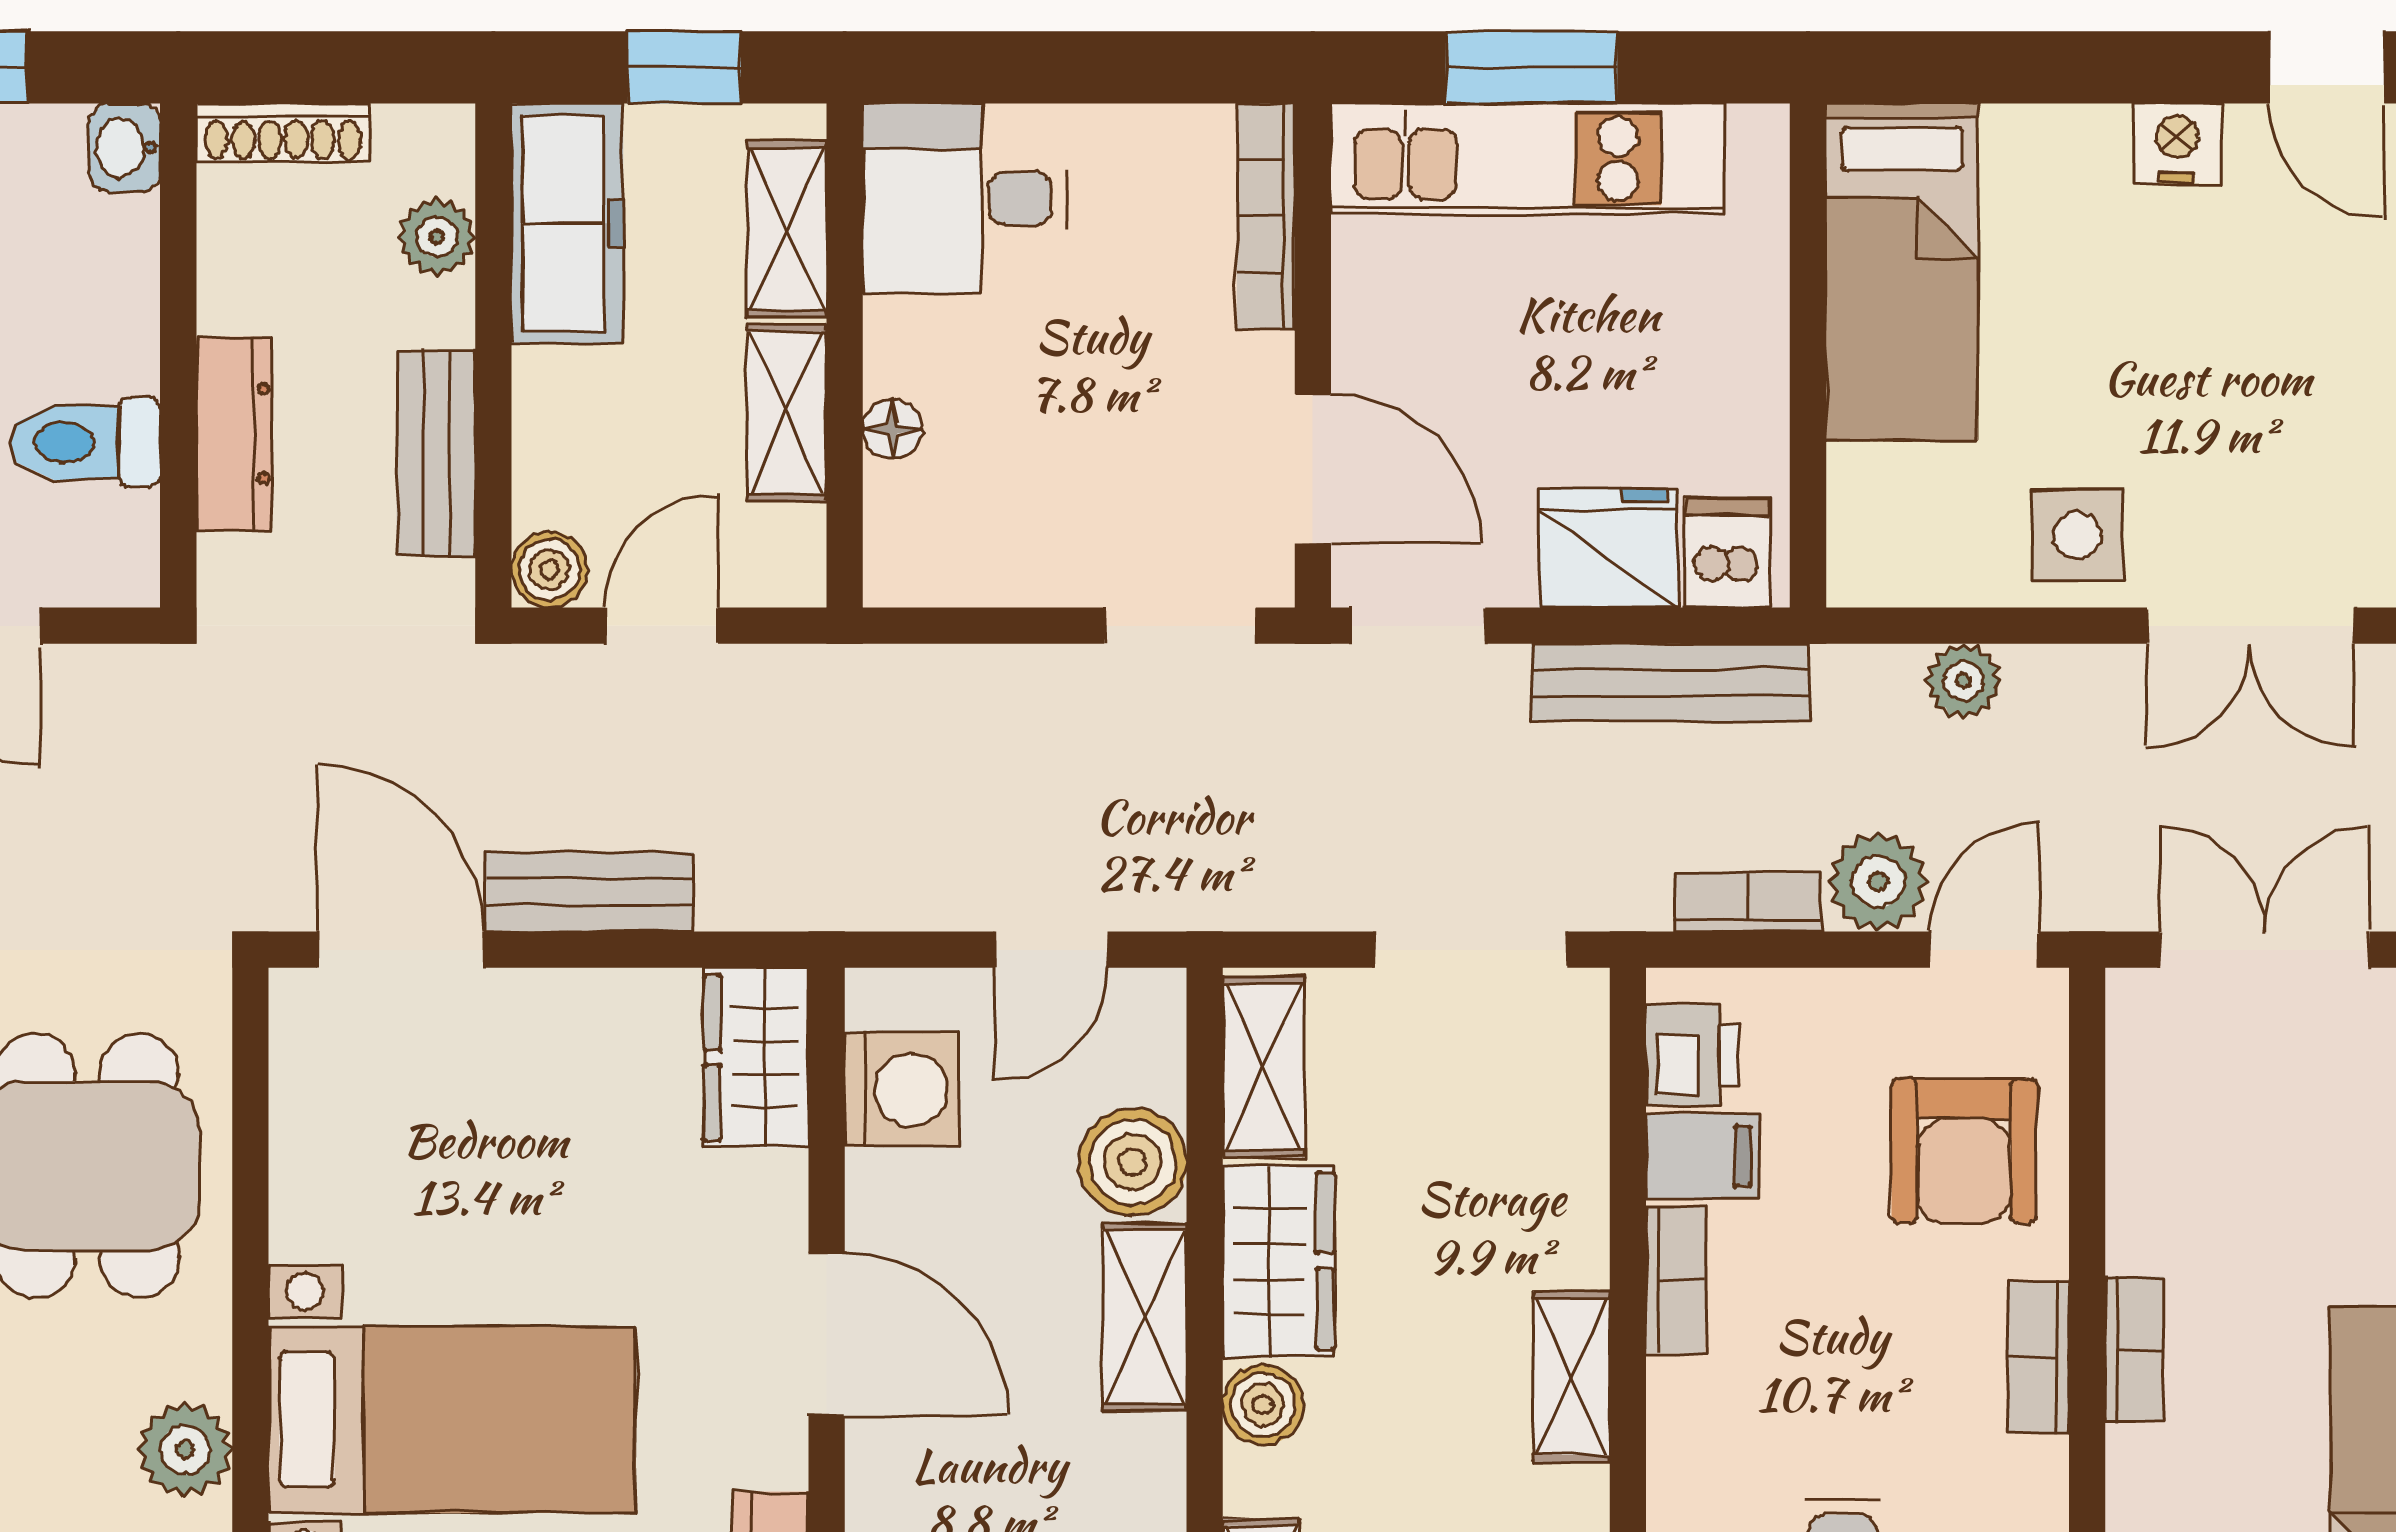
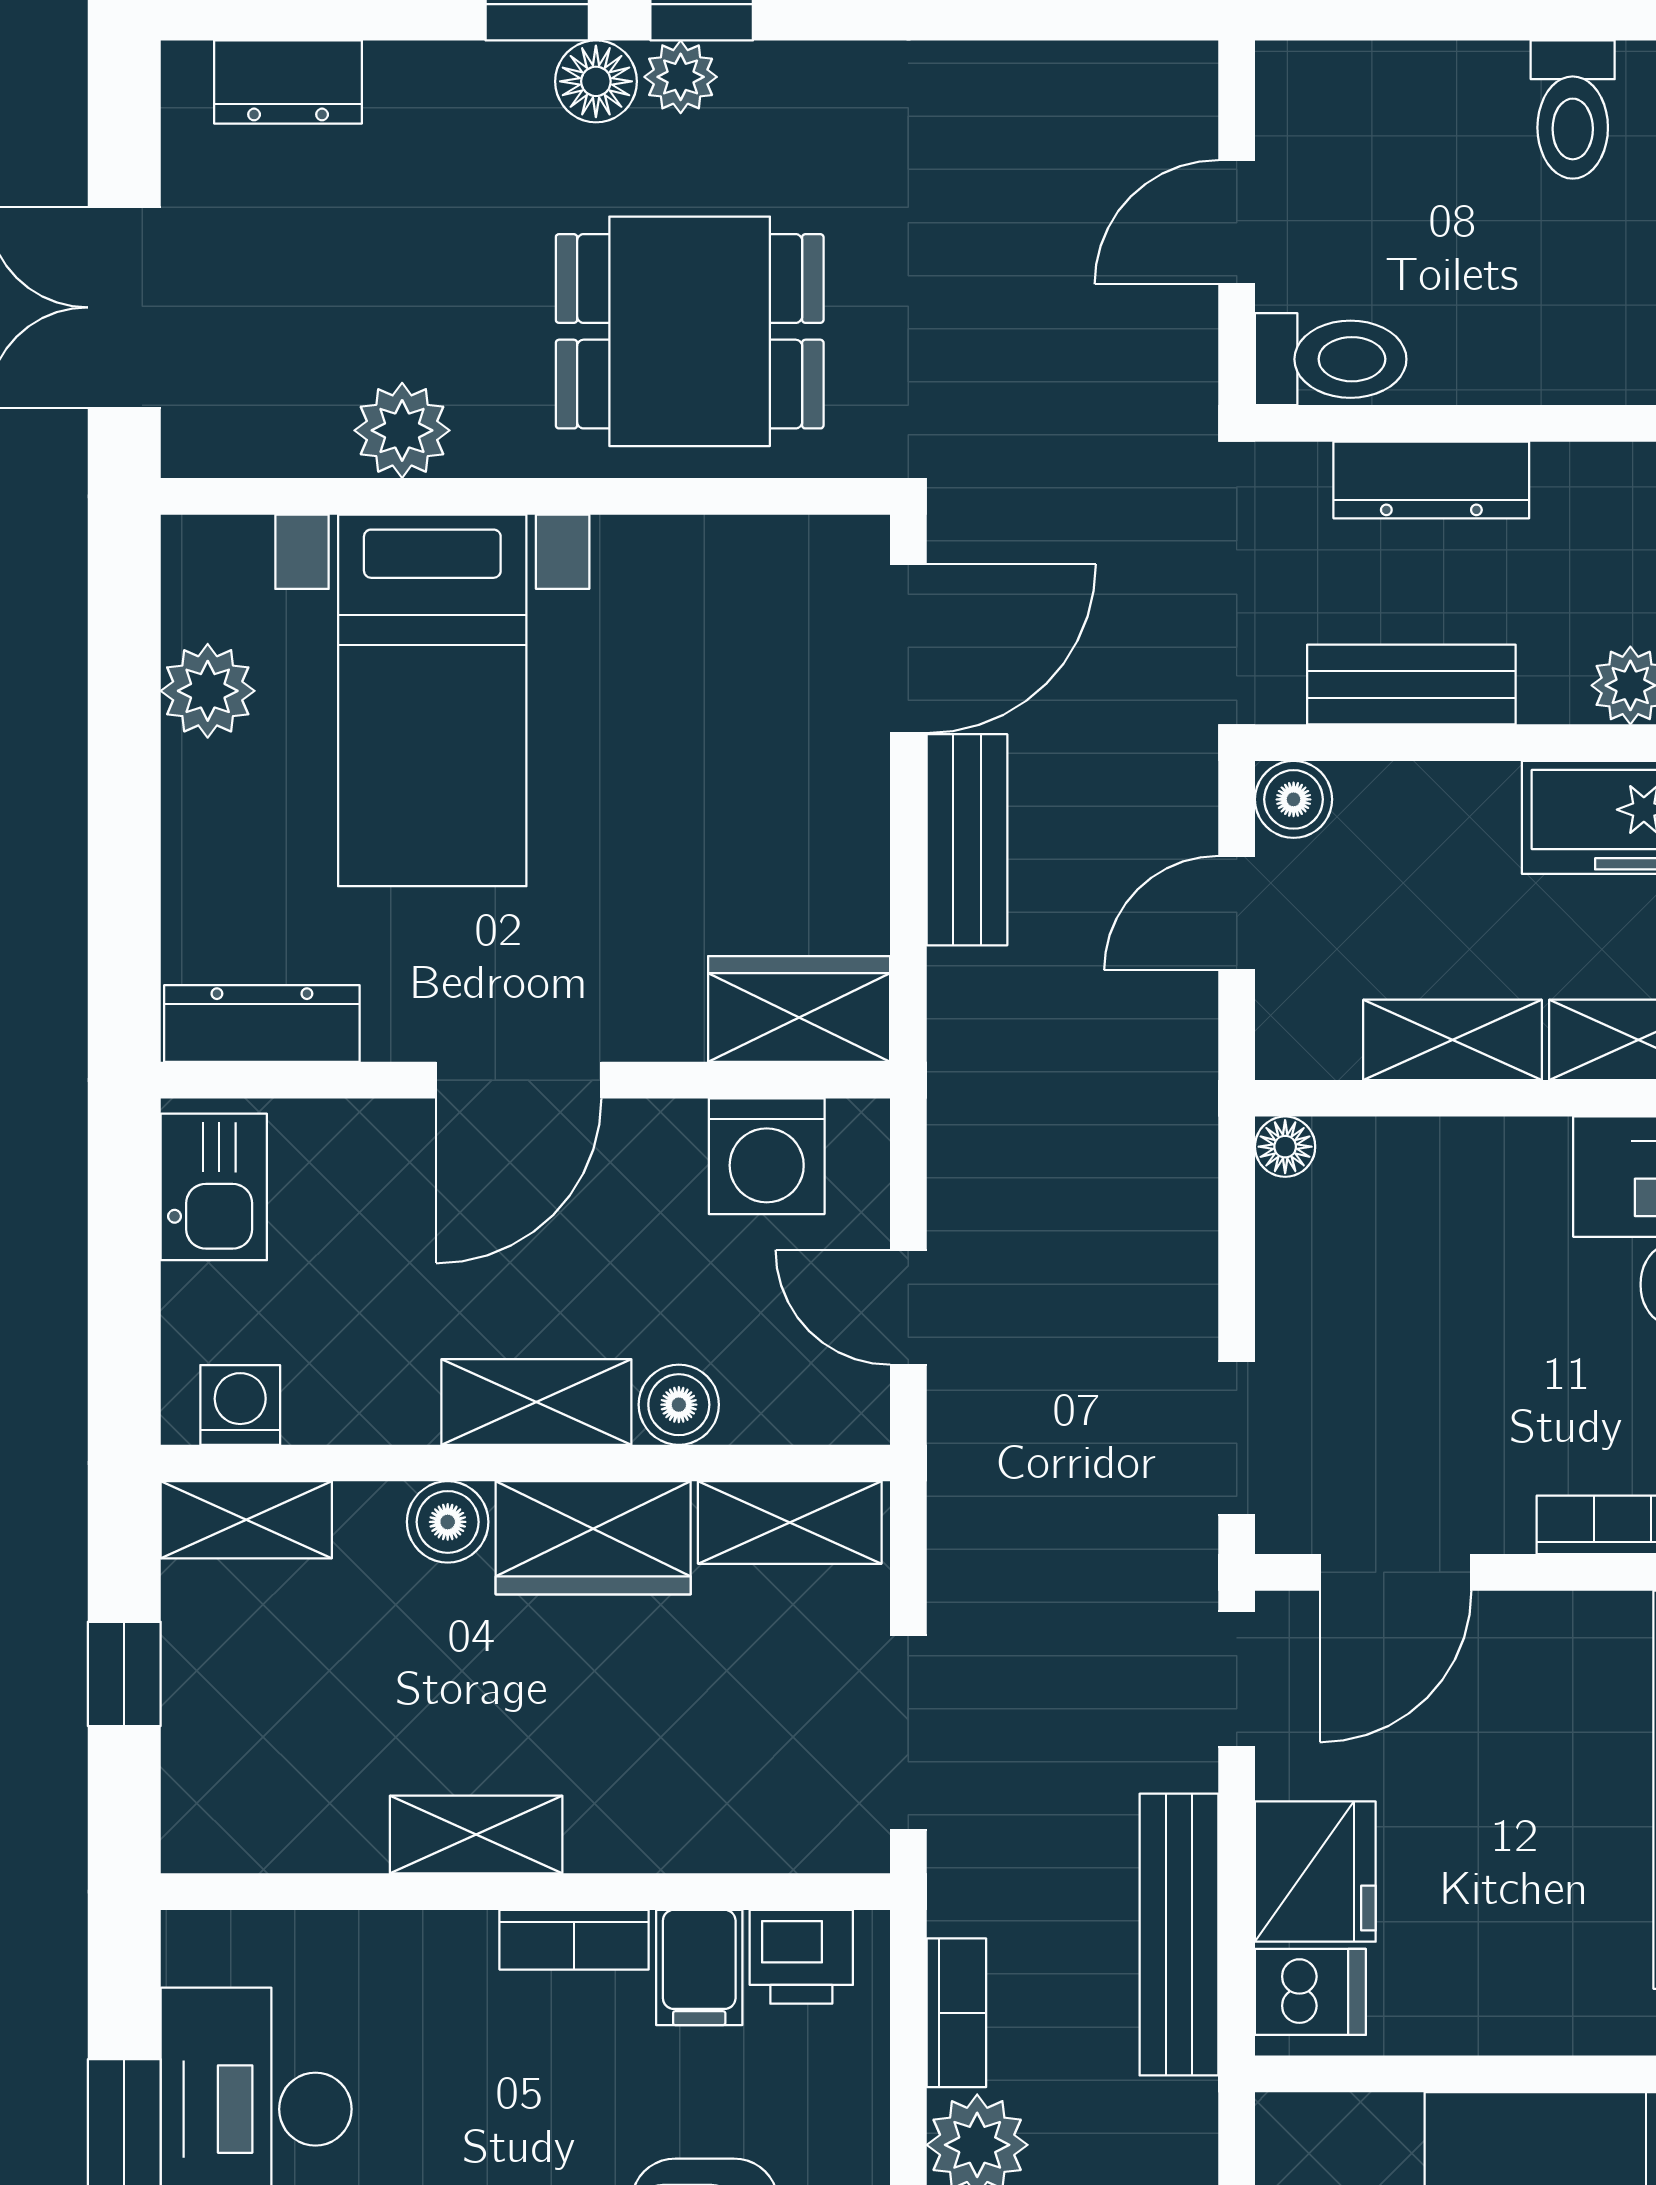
floor lamp: (892, 429) -> (1285, 1147), moved
toilet: (85, 442) -> (1331, 359), moved, turned 90
door: (662, 626) -> (1237, 913), swing flipped
boiler: (1133, 1162) -> (679, 1405), width x0.73, depth x0.73

